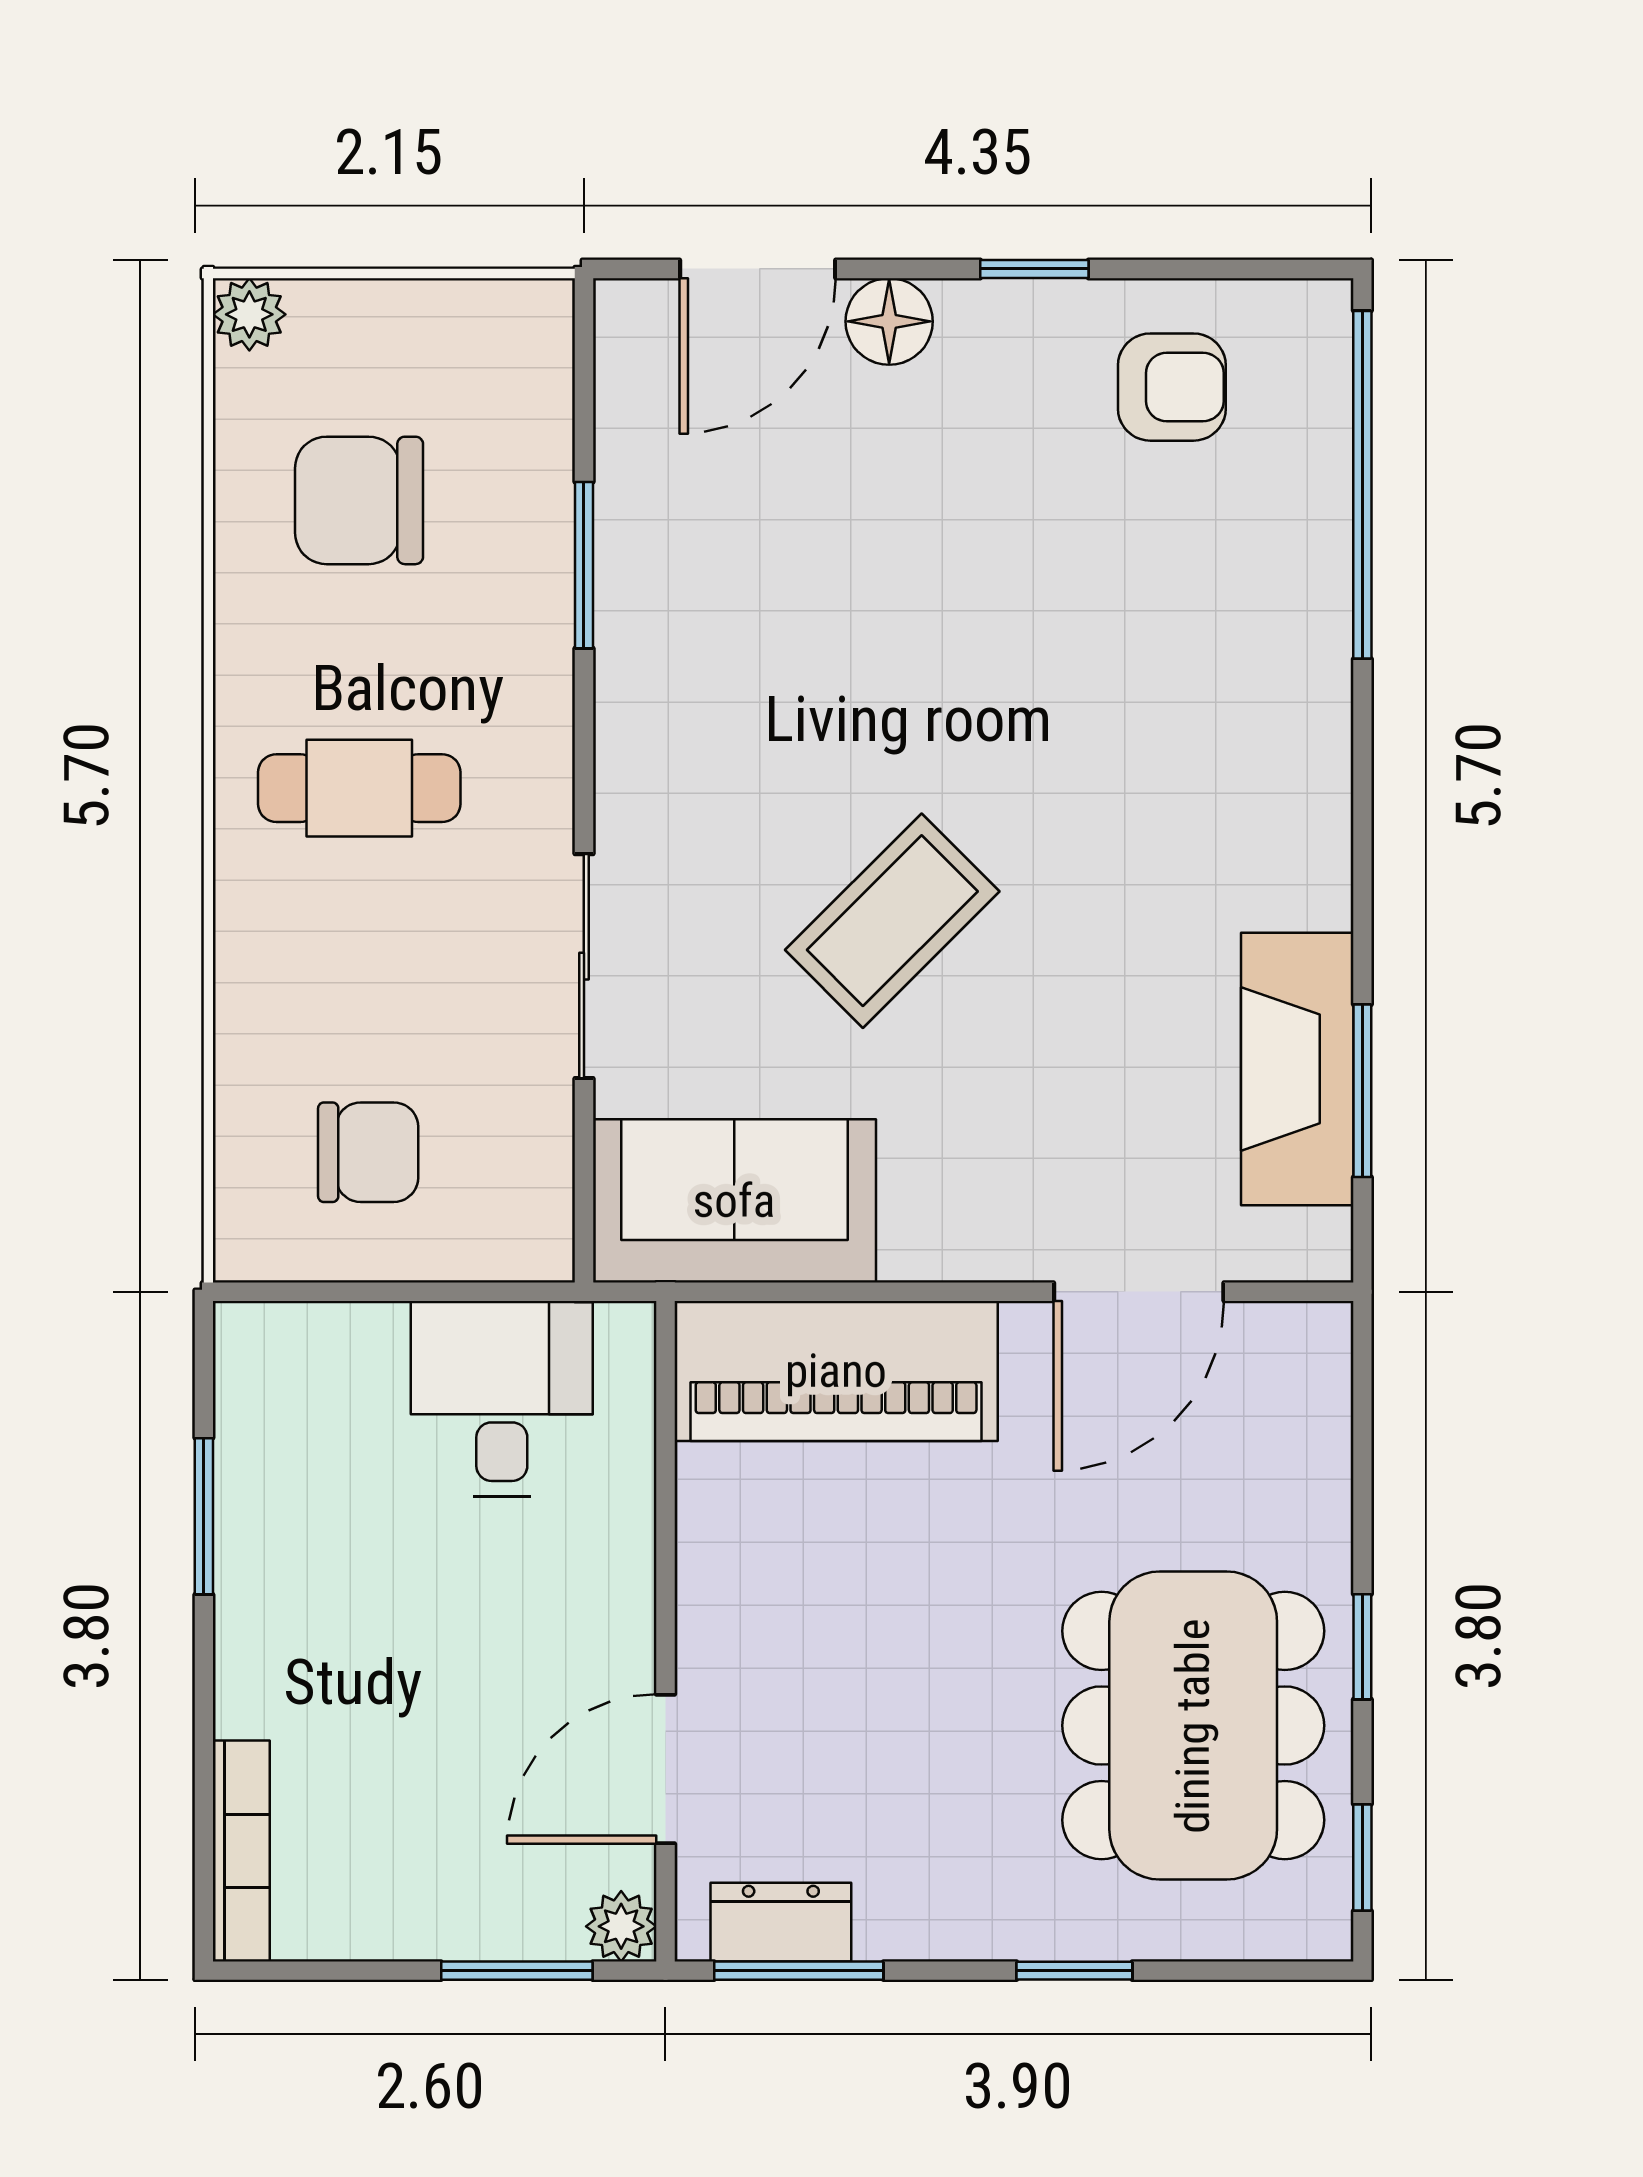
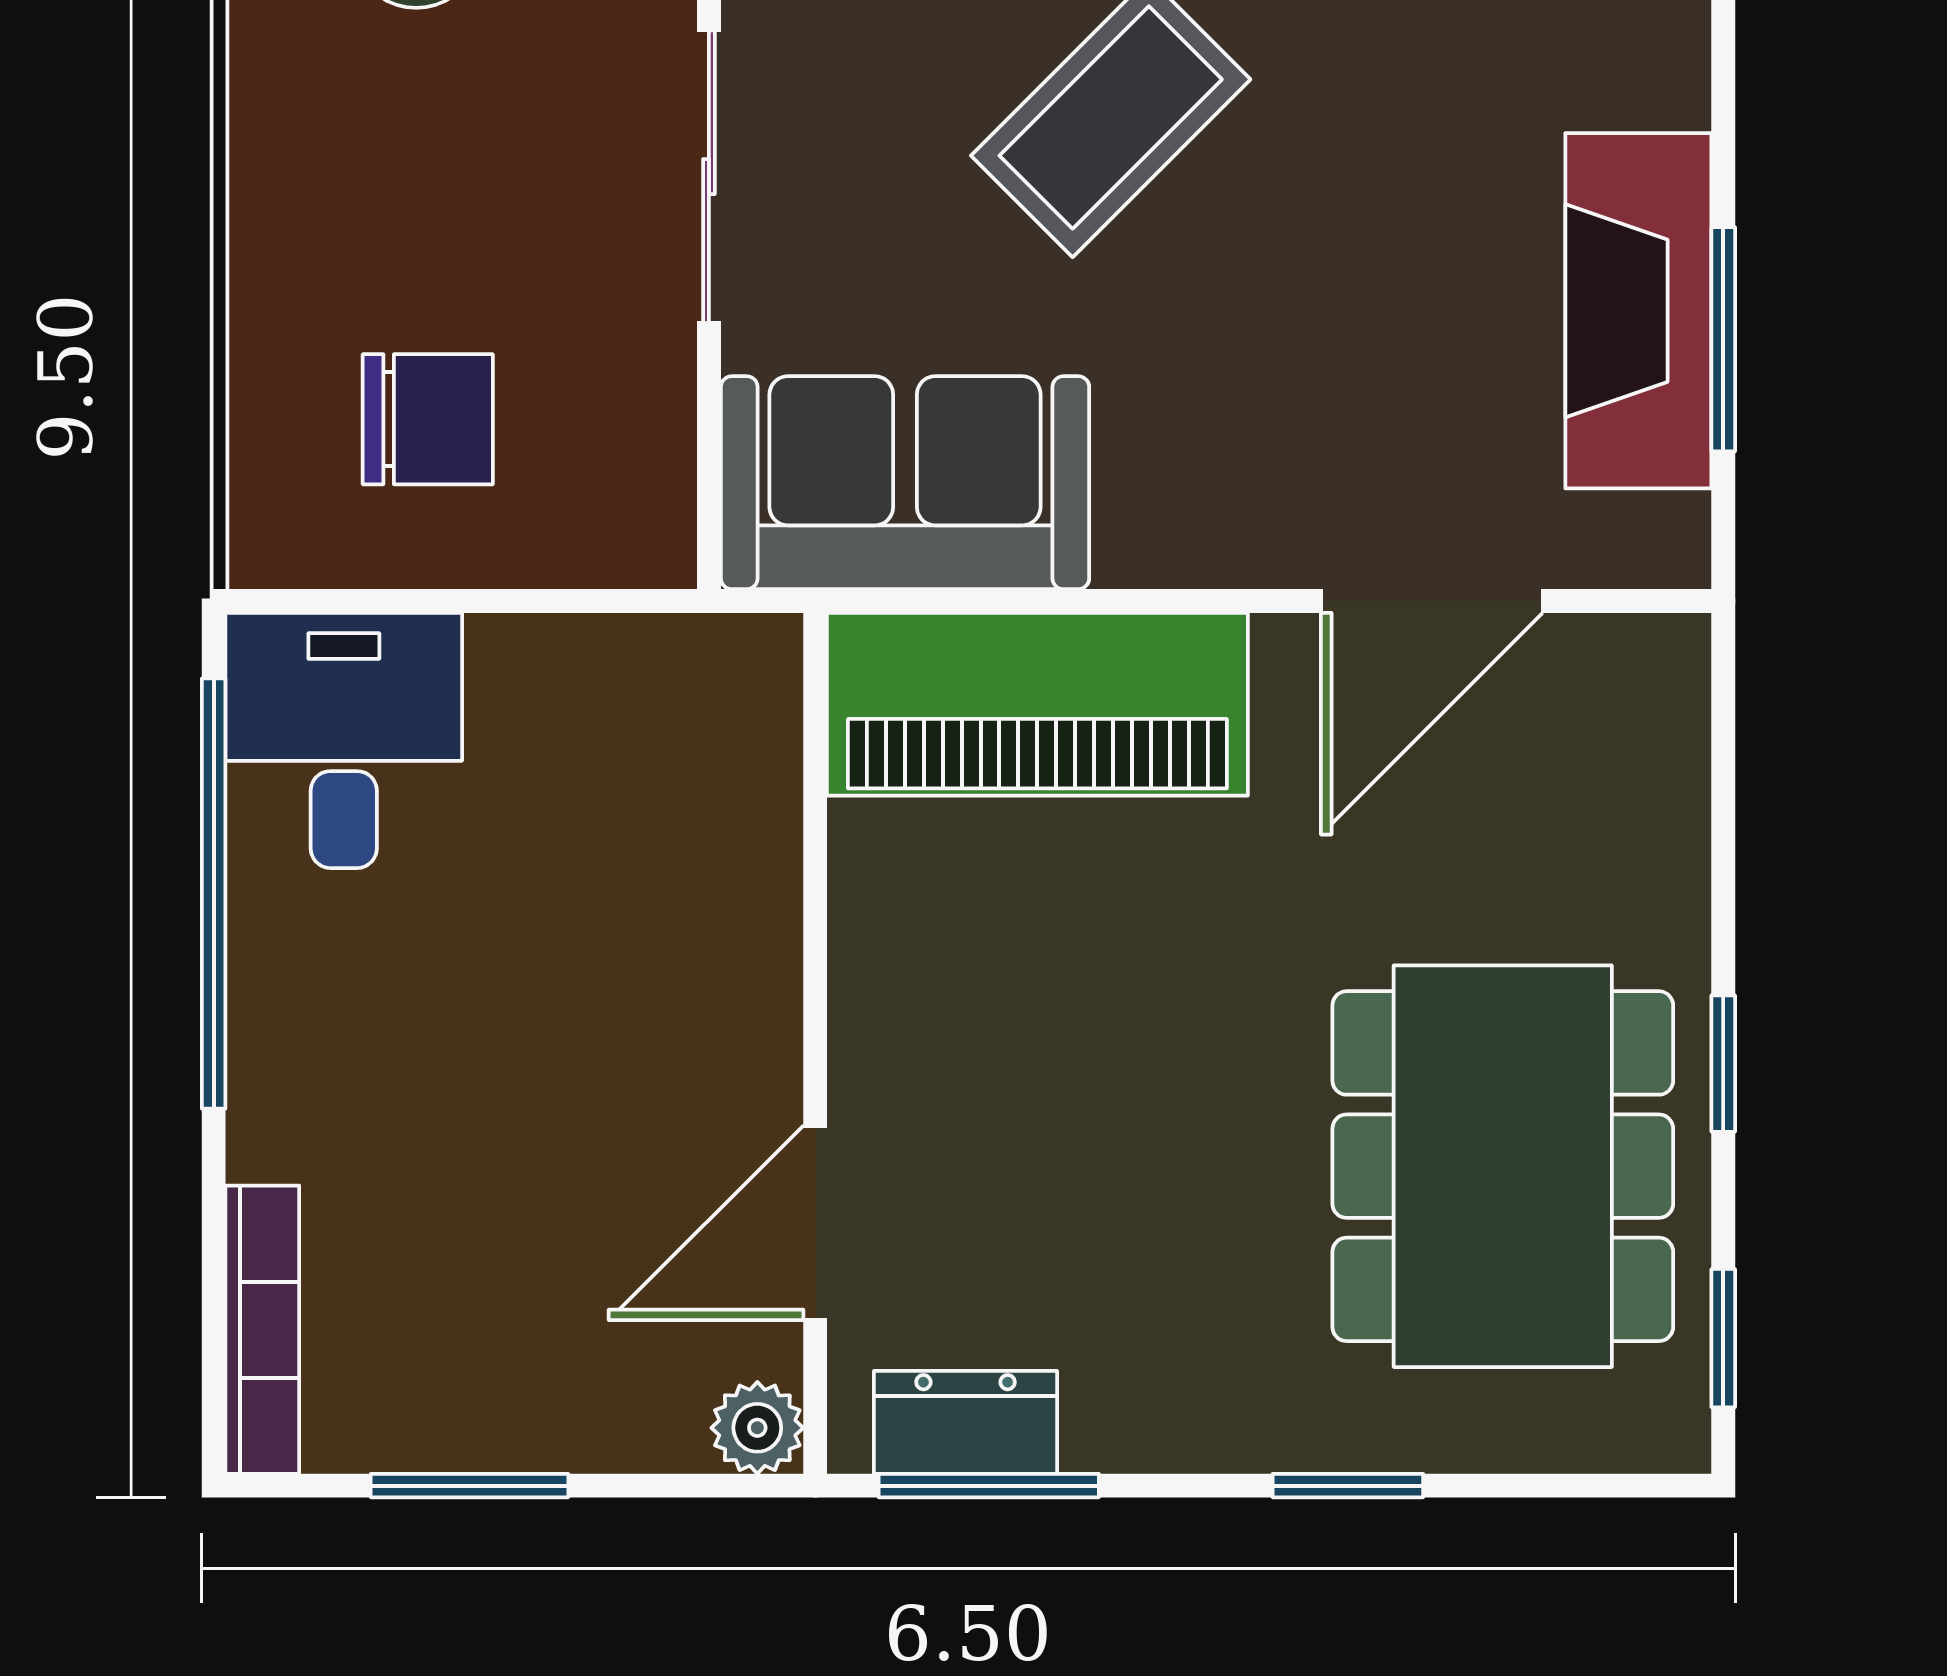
desk: (502, 1399) -> (344, 740), moved
window: (204, 1516) -> (214, 894), width x2.11
window: (517, 1971) -> (470, 1486), moved

